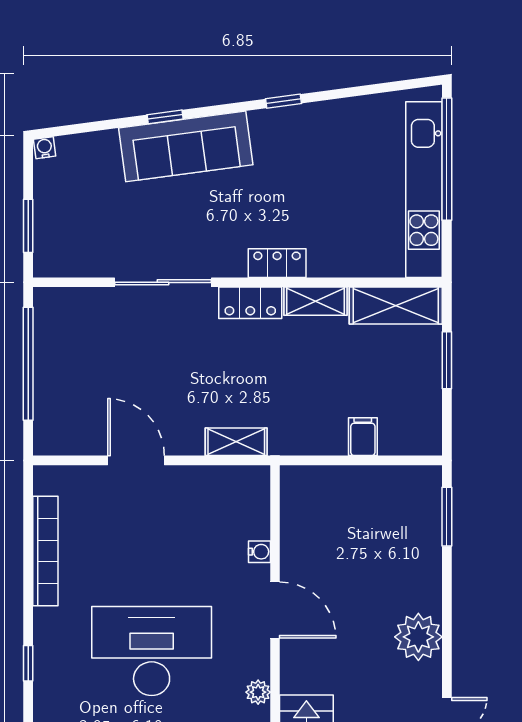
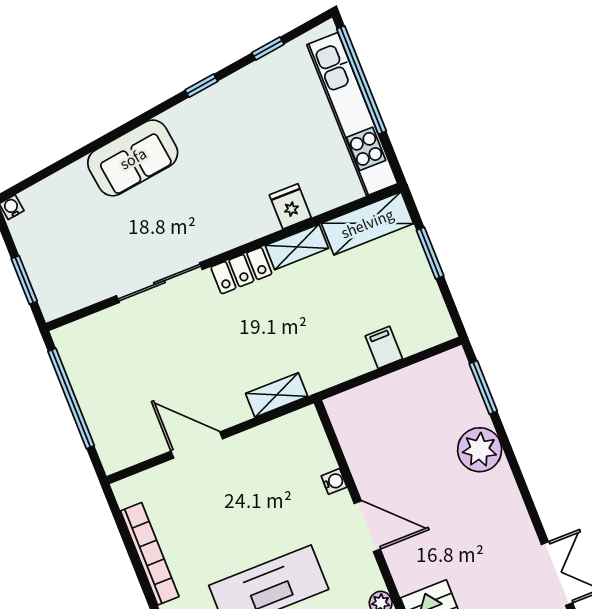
window: (165, 117) -> (268, 49), moved
sofa: (186, 146) -> (133, 158), width x0.73
fridge: (325, 258) -> (290, 206), added
locker: (277, 263) -> (251, 227), removed
plant: (418, 637) -> (480, 450), moved

